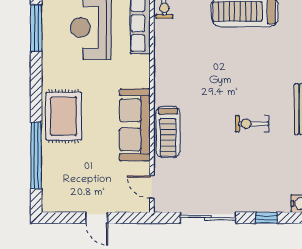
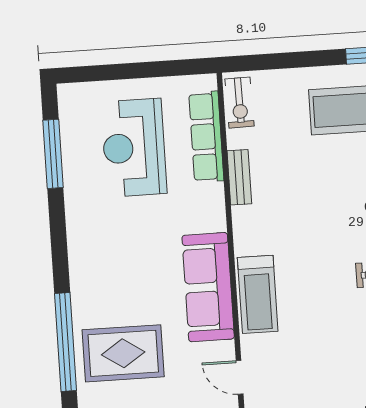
bench: (161, 52) -> (239, 177), added
rug: (64, 116) -> (123, 353), moved, turned 90

